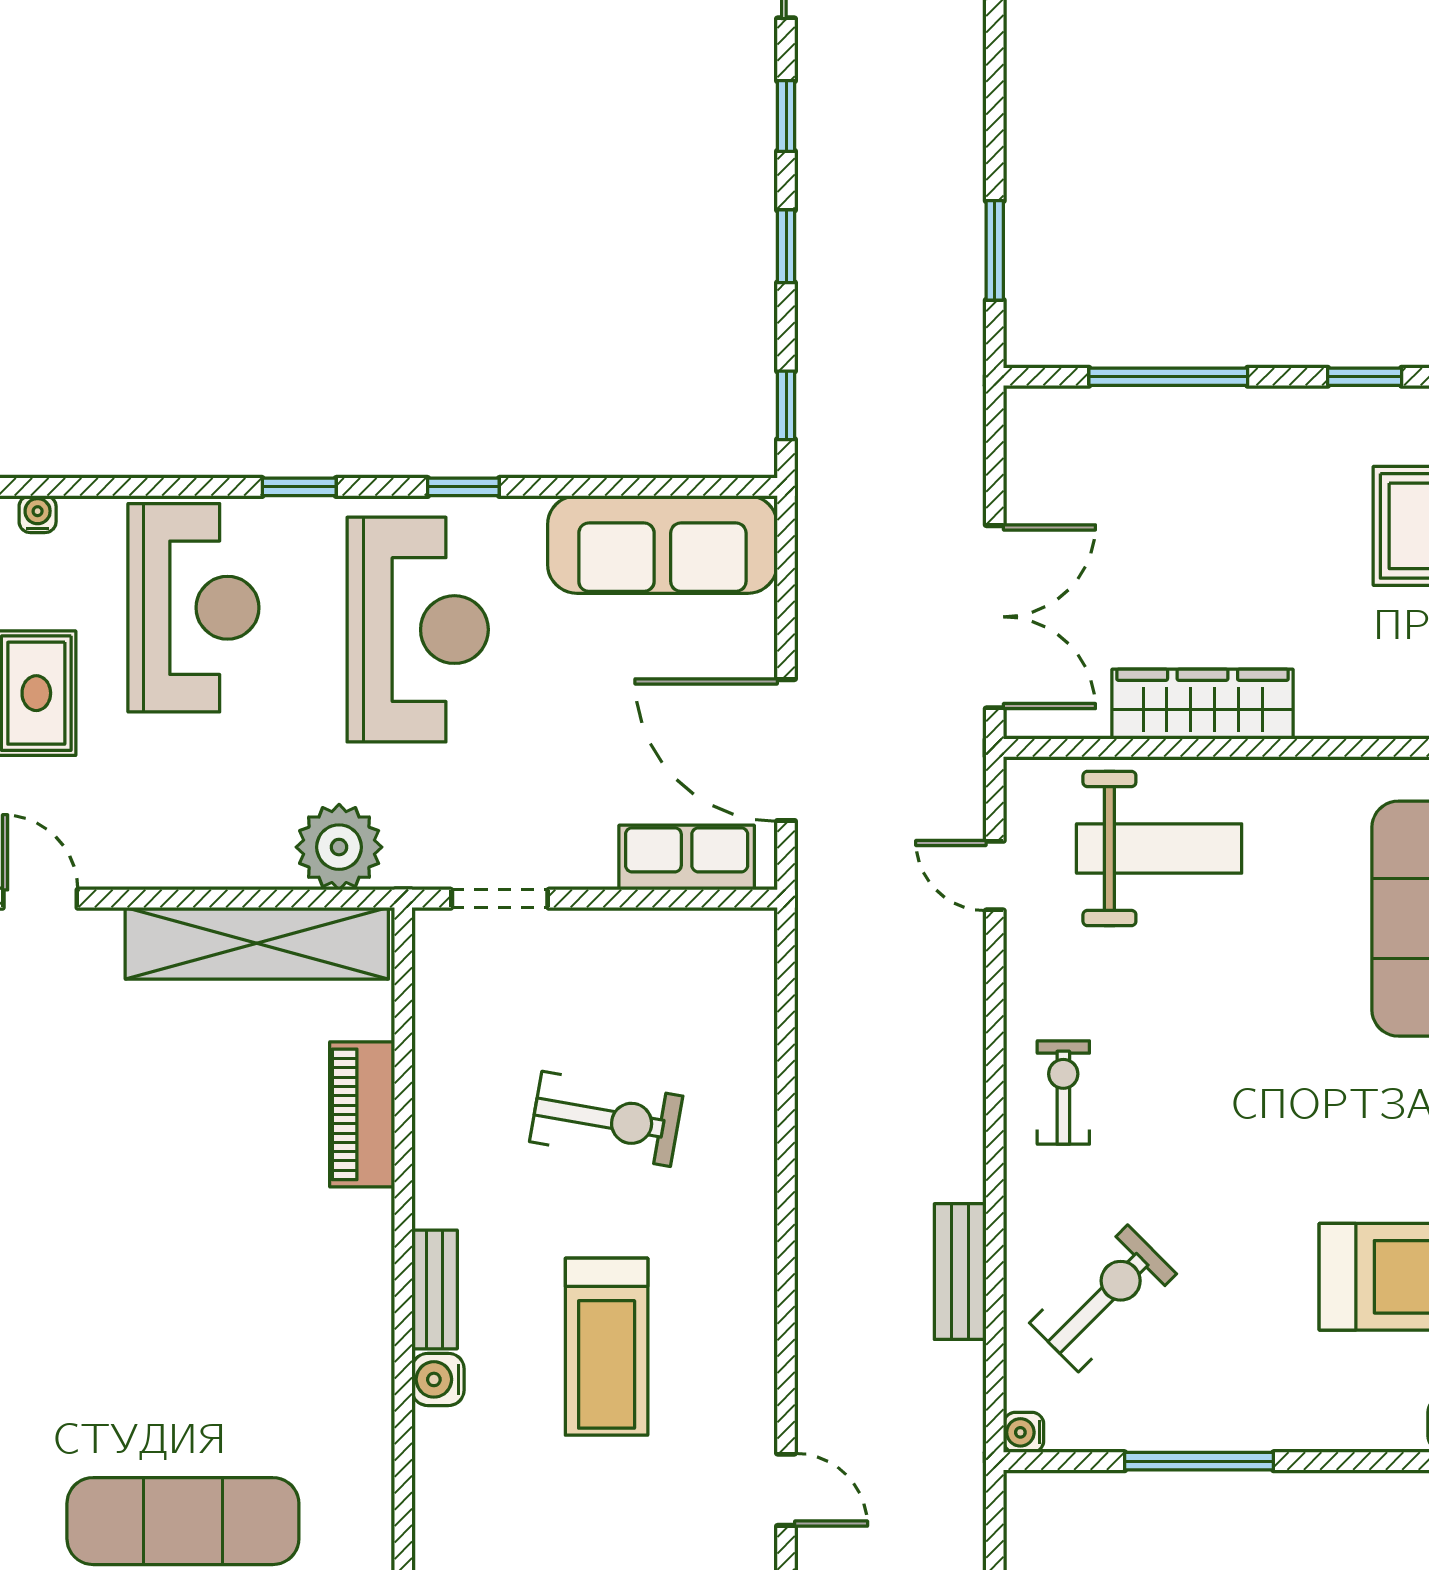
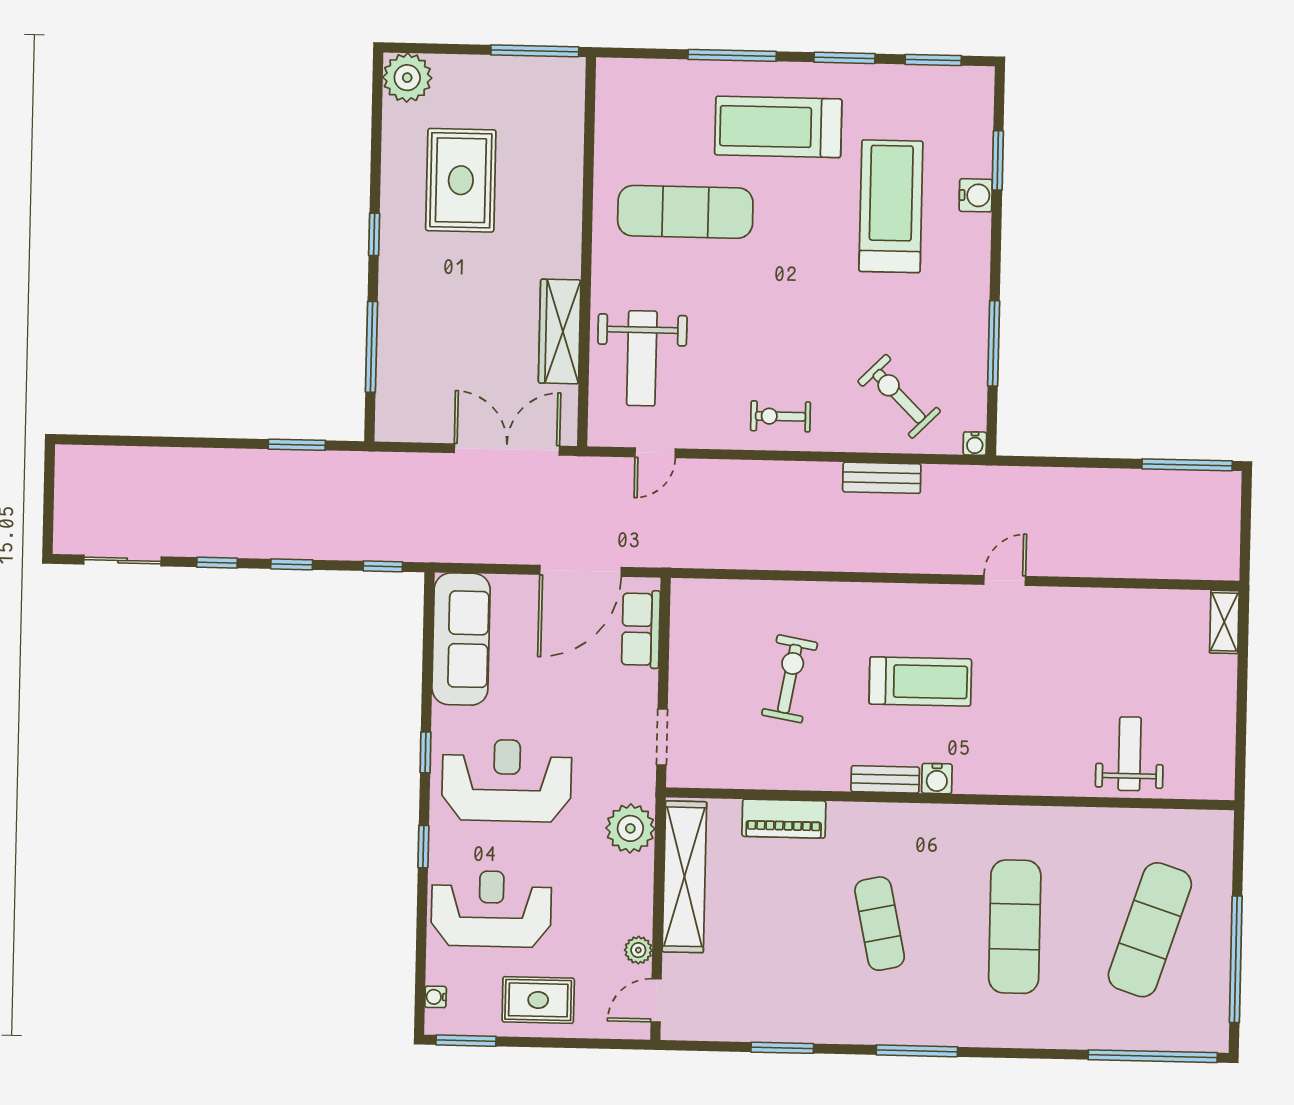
weight bench: (1159, 848) -> (642, 358), turned 180
plant: (127, 866) -> (638, 950), added
exercise mat: (183, 1285) -> (880, 924), added

